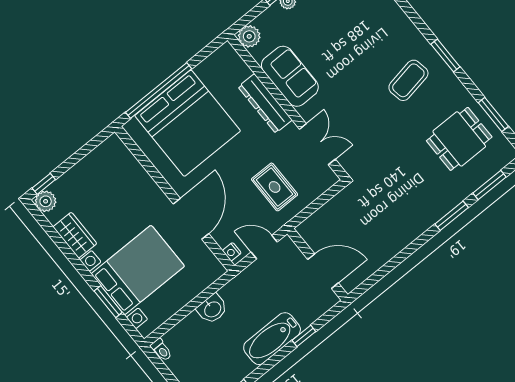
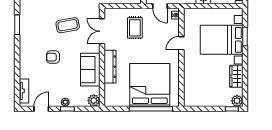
armchair: (357, 51) -> (53, 57), added
coffee table: (408, 80) -> (68, 25), moved
door: (191, 219) -> (181, 43), width x0.53

